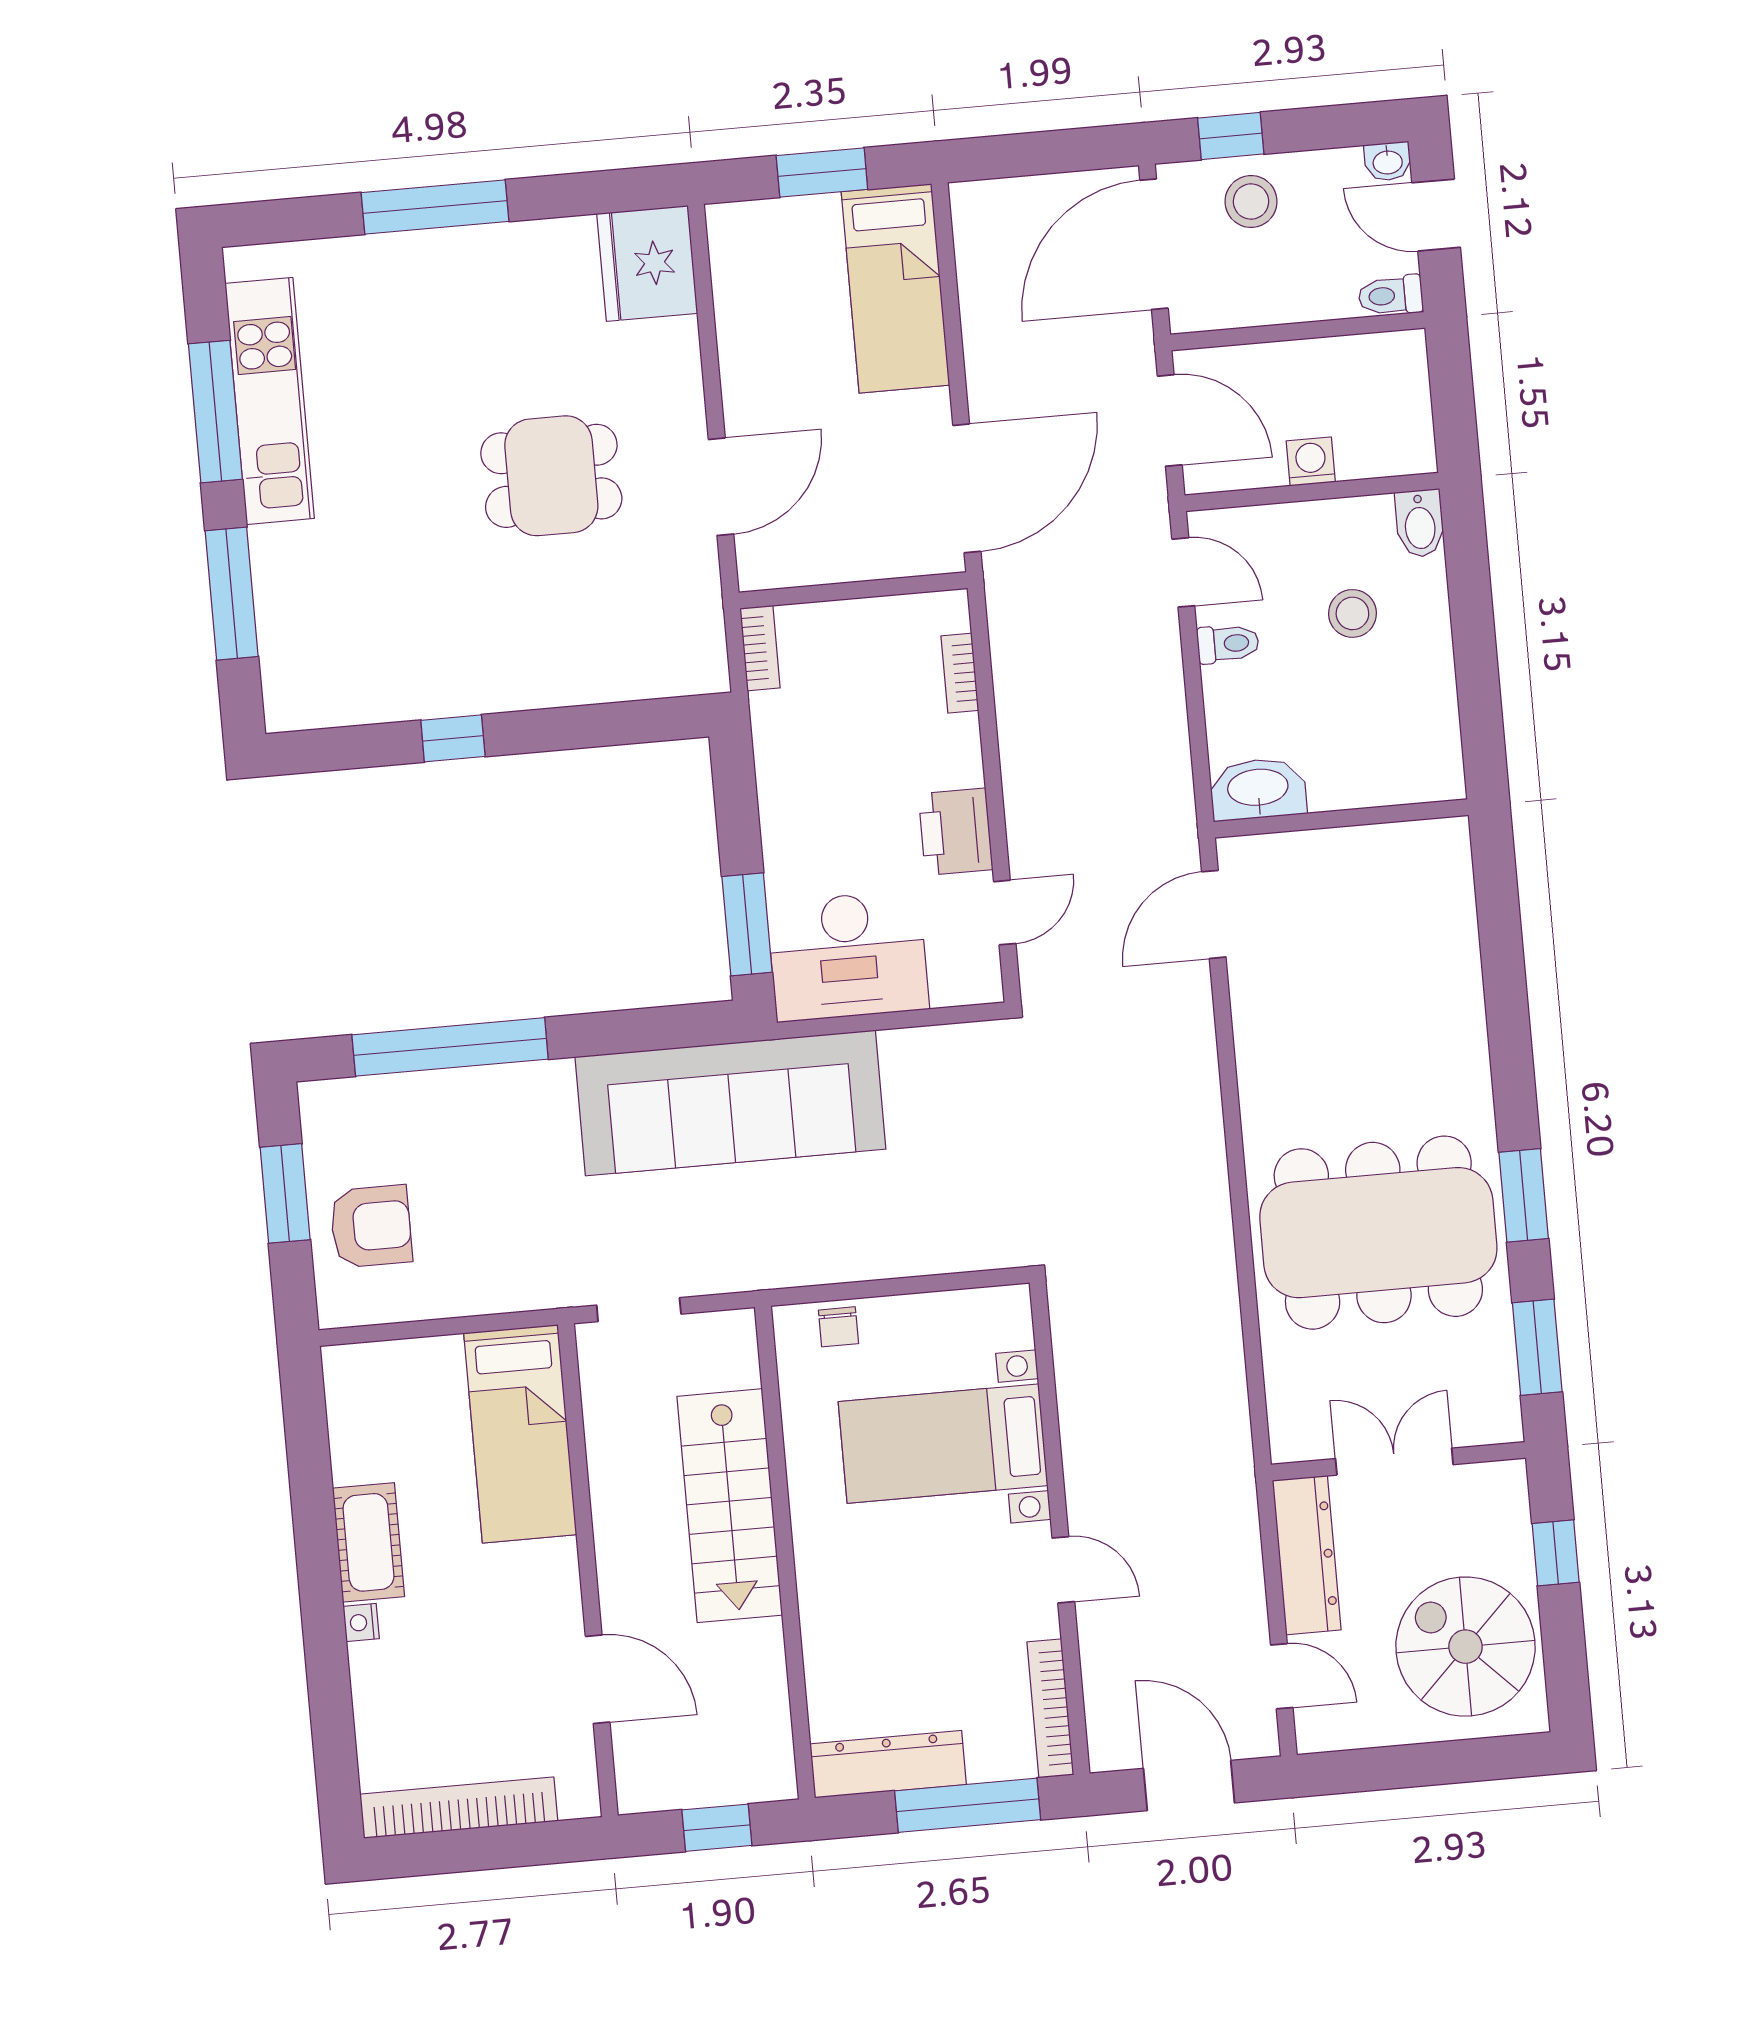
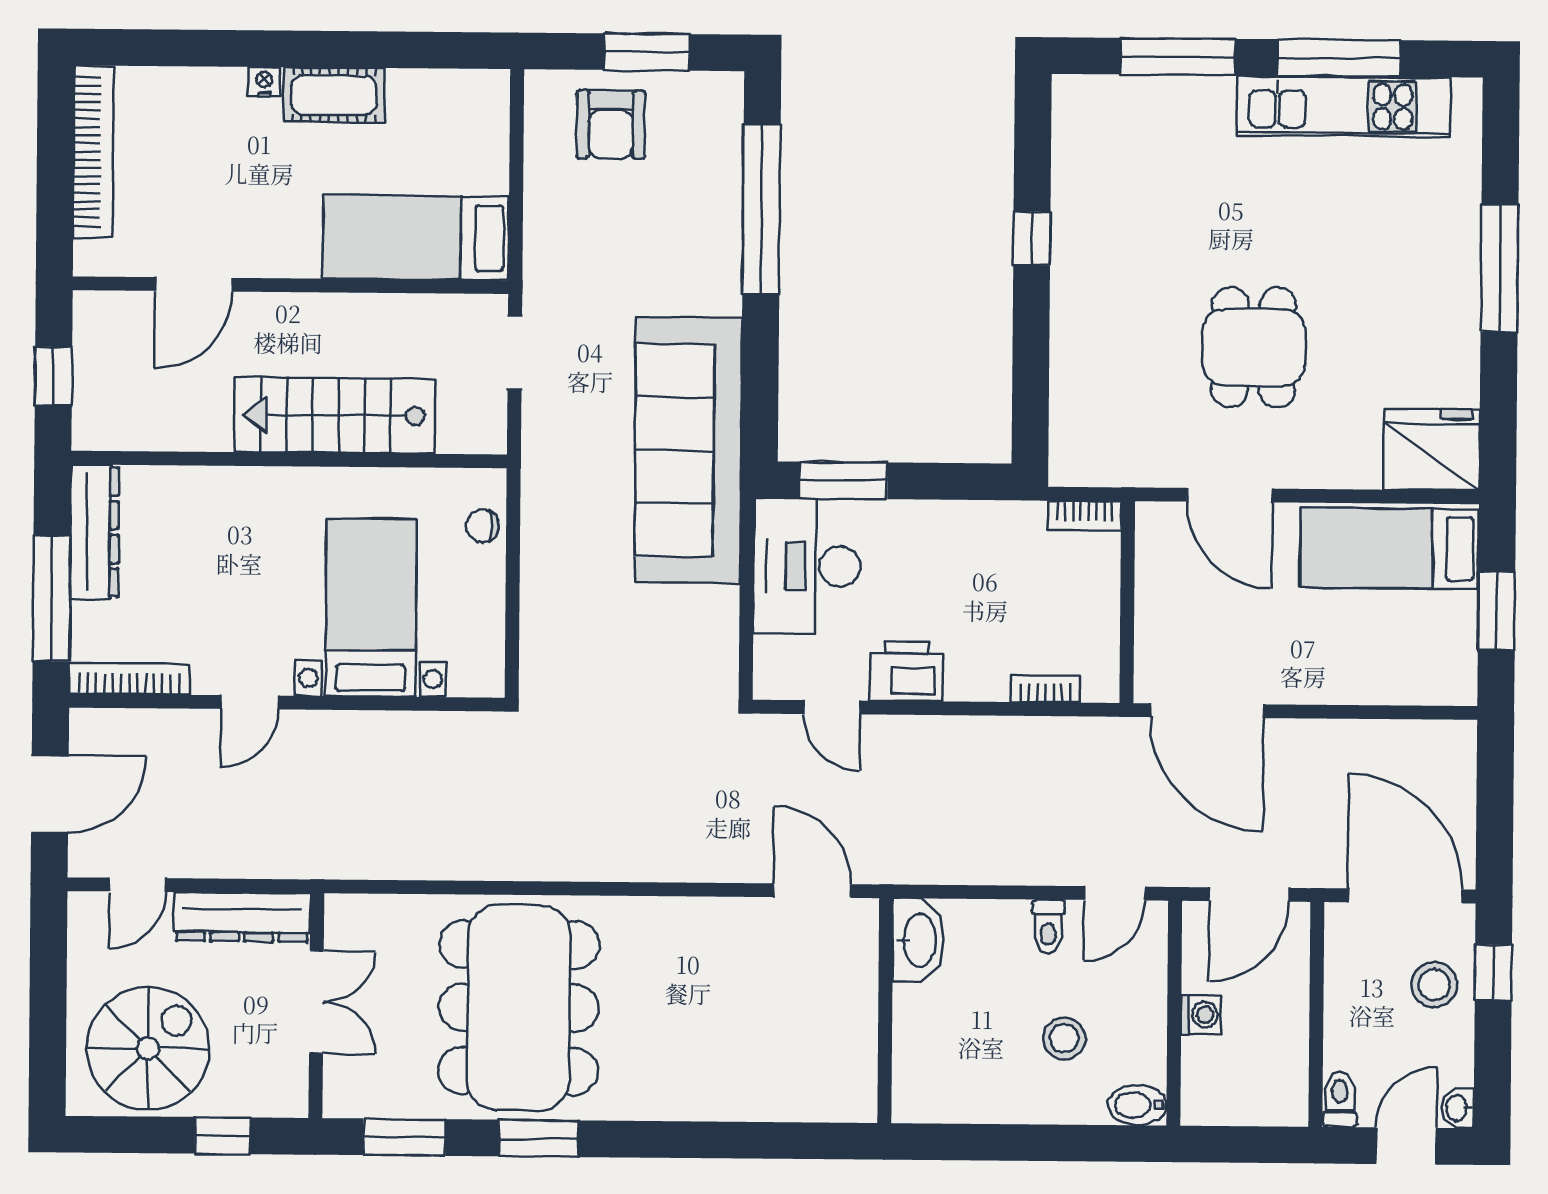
bed: (895, 288) -> (1390, 548), moved

